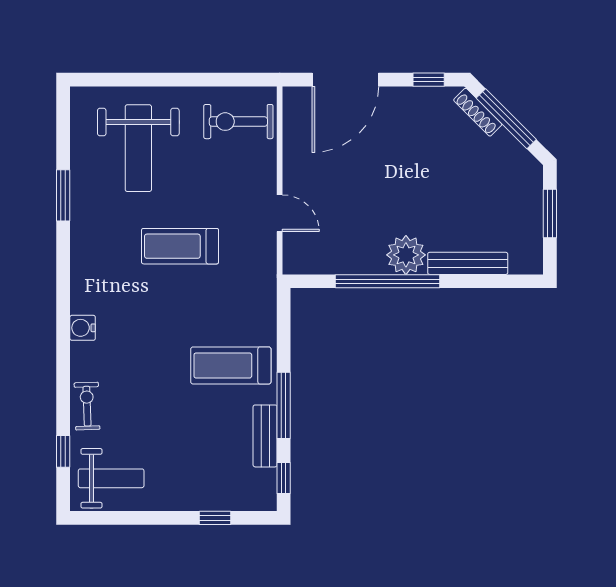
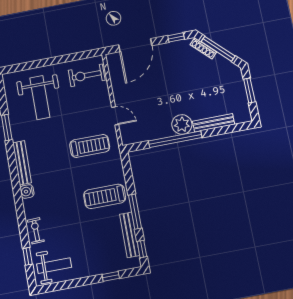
treadmill: (180, 246) -> (90, 146), moved, turned 180
bench: (82, 270) -> (22, 163), added
bench: (265, 436) -> (130, 235), width x1.36

